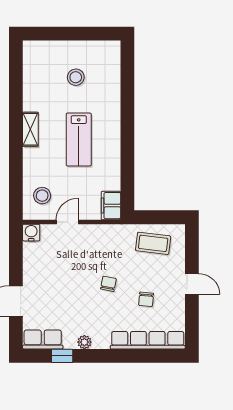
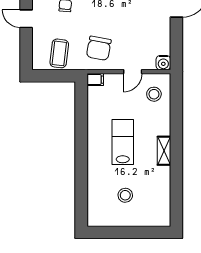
filing cabinet: (111, 206) -> (95, 80), width x0.50
coffee table: (153, 243) -> (59, 53), turned 90
chair: (108, 284) -> (99, 48), moved, width x1.87, depth x1.87

